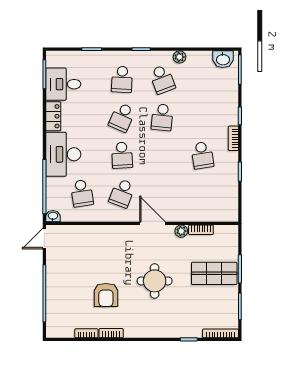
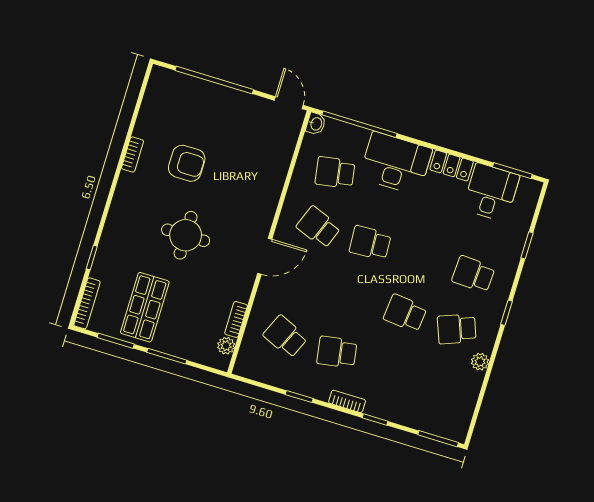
washbasin: (223, 59) -> (459, 420), removed
school desk: (122, 117) -> (285, 336), moved
plant: (181, 231) -> (226, 346), moved
shop shelf: (214, 273) -> (145, 307), moved
armchair: (106, 295) -> (187, 163), turned 180
bookcase: (86, 333) -> (142, 121), removed

